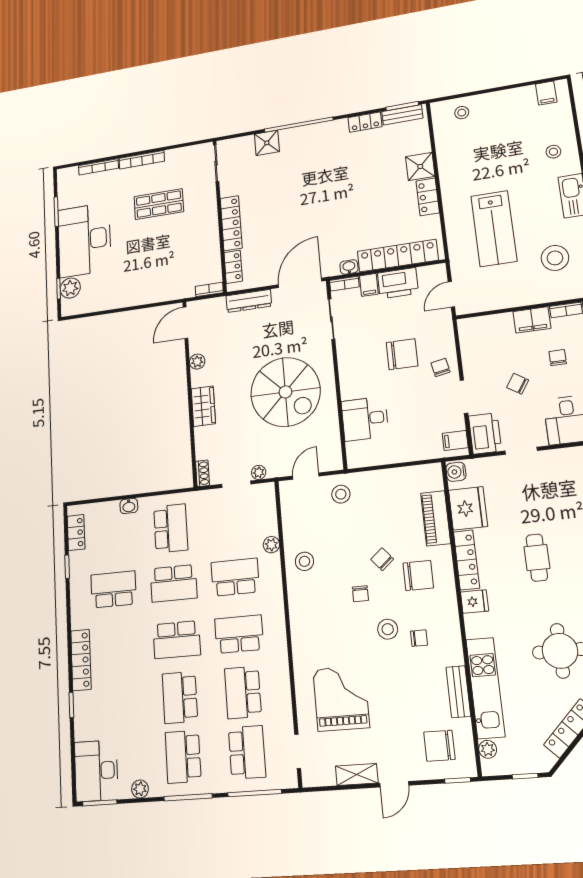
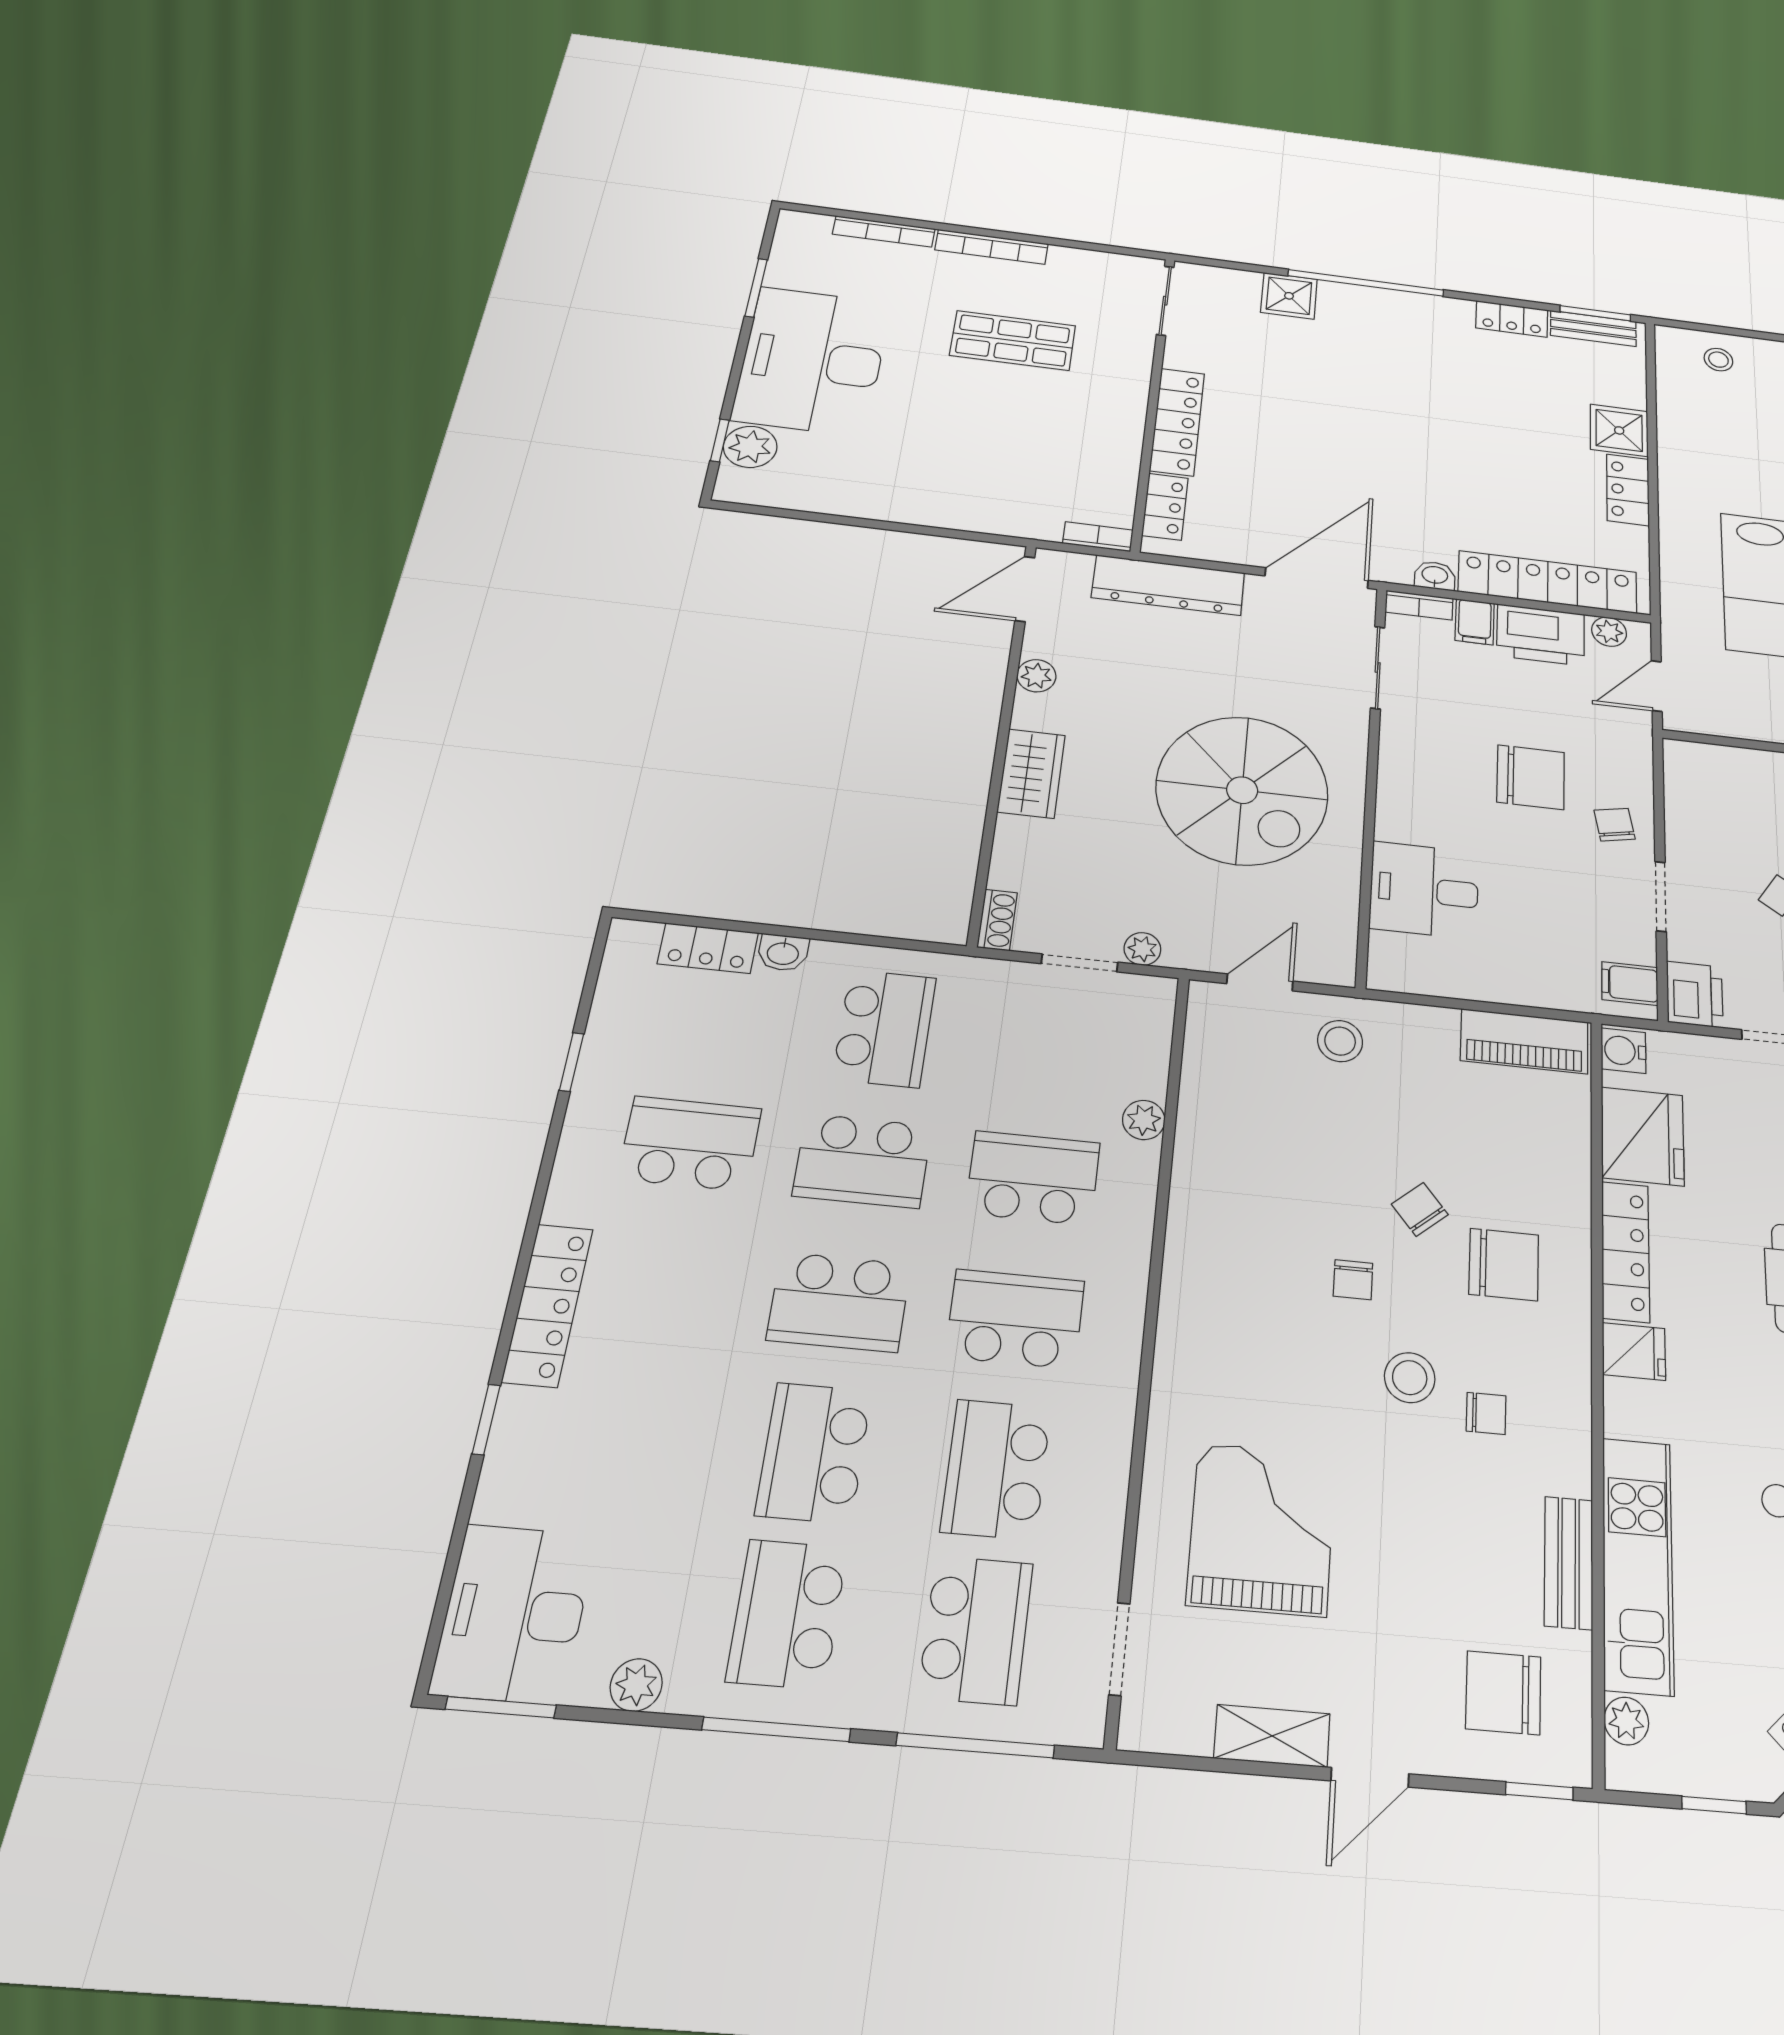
plant: (427, 273) -> (1609, 632), added
dresser: (249, 301) -> (1168, 585), width x1.37, depth x1.24
printer: (485, 433) -> (1695, 994), width x0.73, depth x0.84
piano: (436, 518) -> (1524, 1041), moved, turned -90
locker: (76, 533) -> (708, 948), moved, turned 90
stool: (304, 561) -> (1222, 1176), removed

